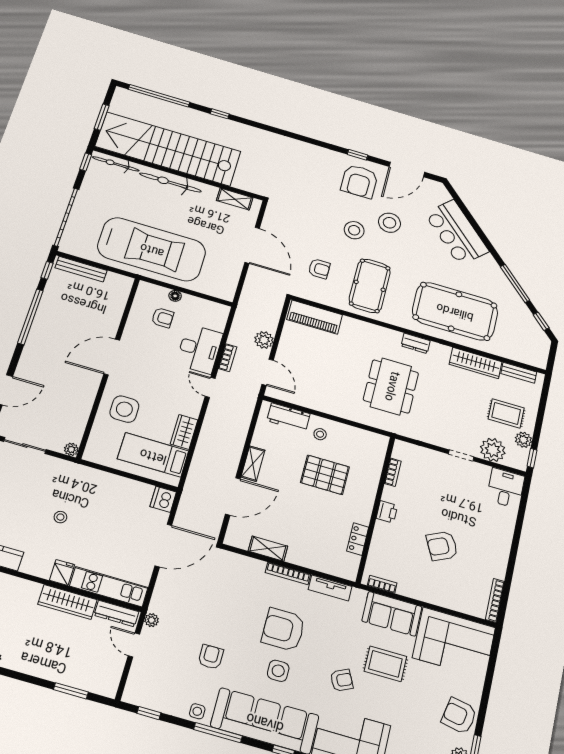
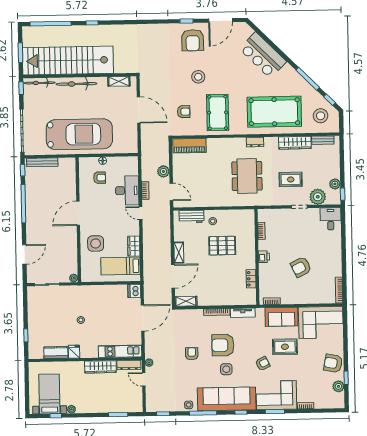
stool: (390, 223) -> (321, 116), moved
rug: (506, 413) -> (291, 179), moved
shelving: (268, 549) -> (186, 301), moved
fridge: (62, 572) -> (74, 352), moved
armchair: (211, 657) -> (192, 354), moved

